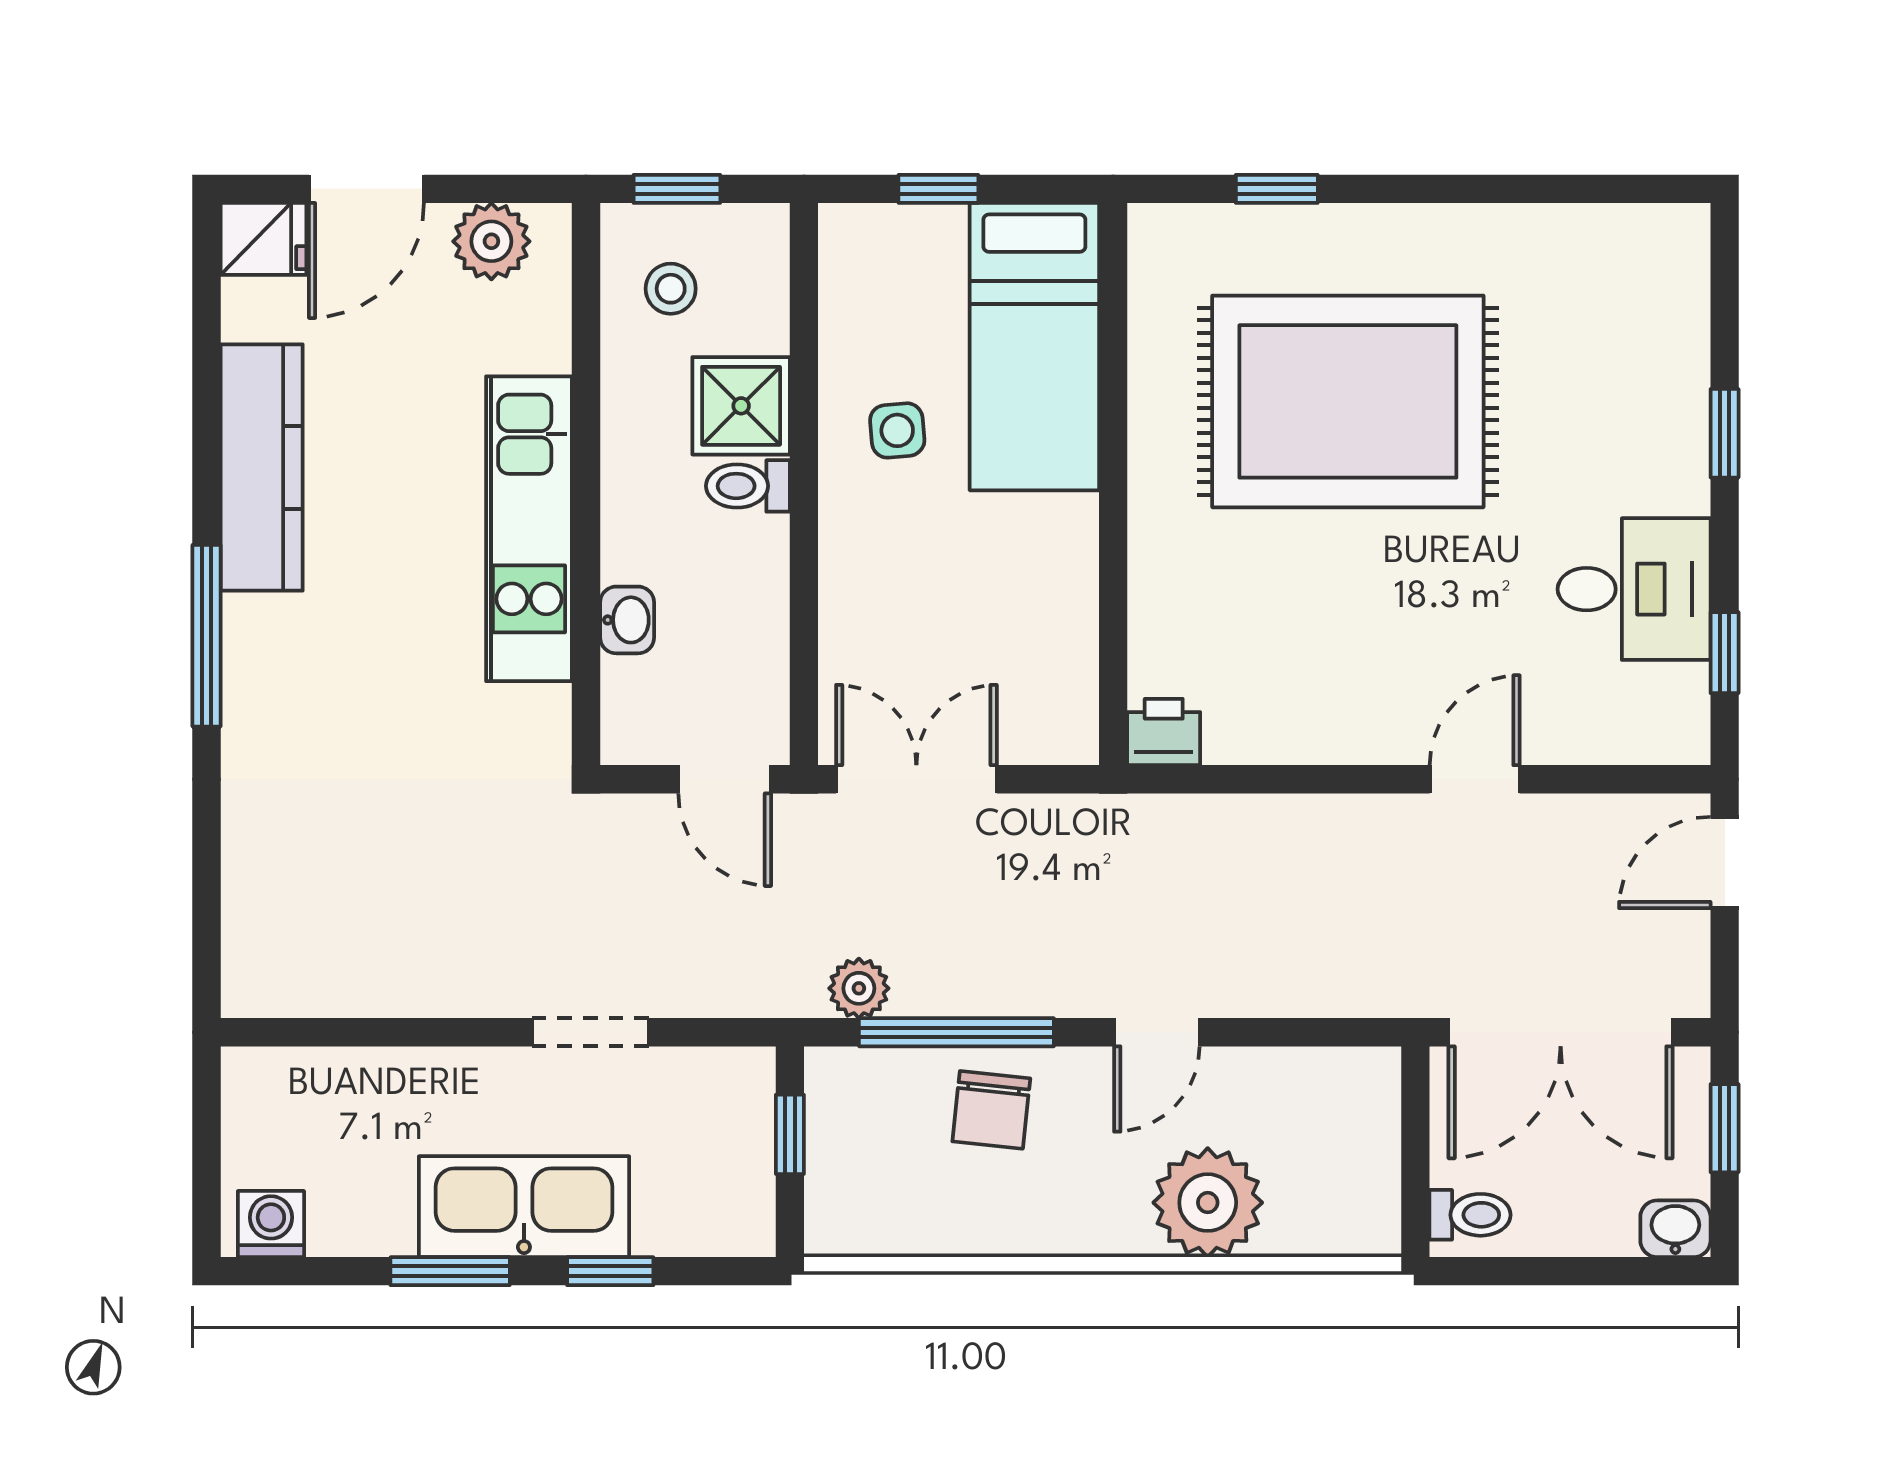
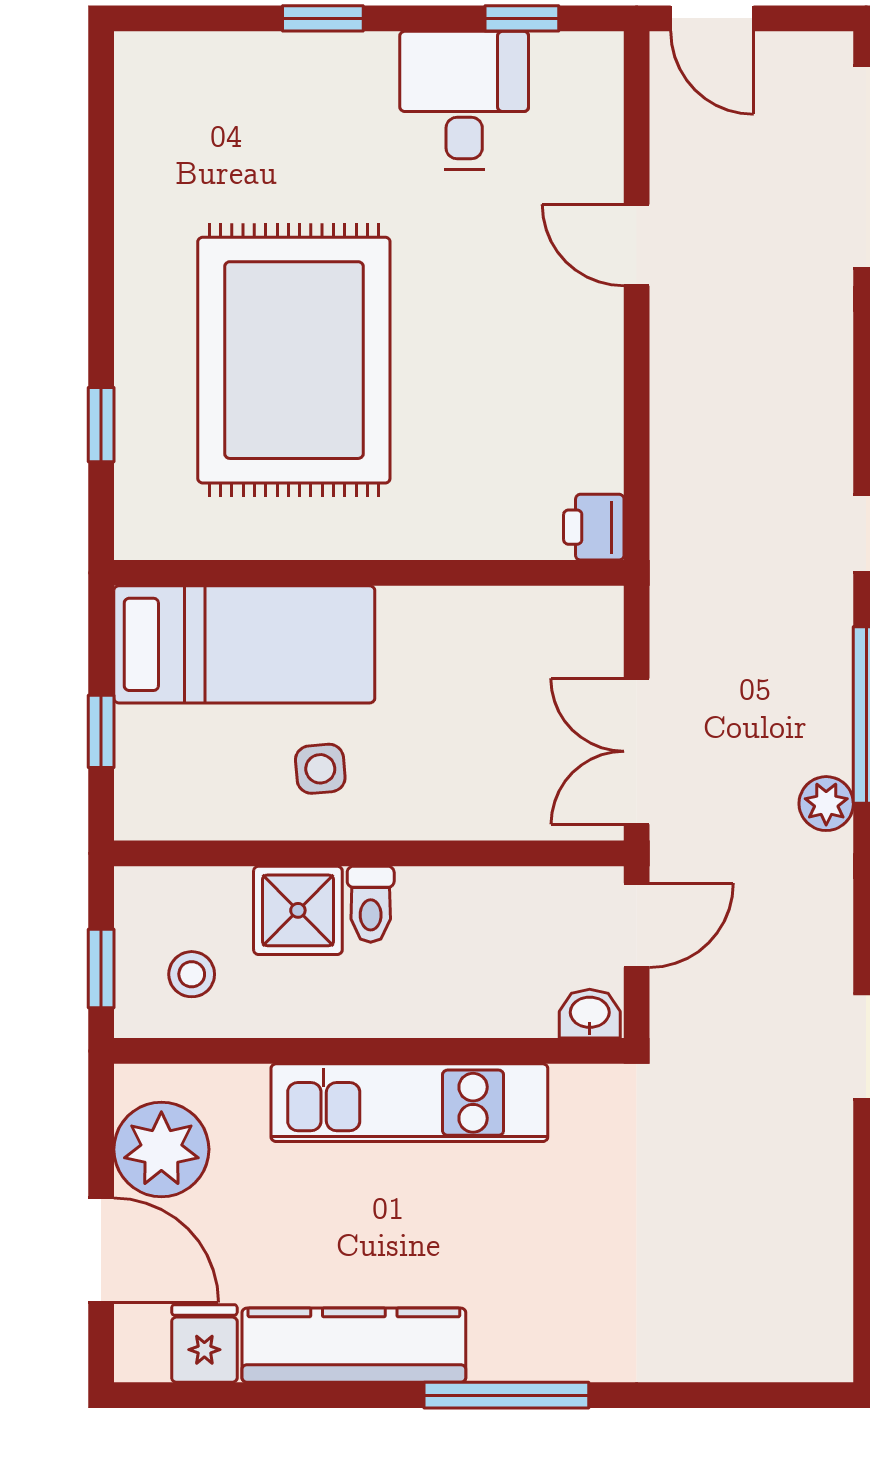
fridge: (264, 239) -> (204, 1343), moved
plant: (491, 241) -> (161, 1149), width x1.36, depth x1.36
washbasin: (627, 620) -> (590, 1014), moved

